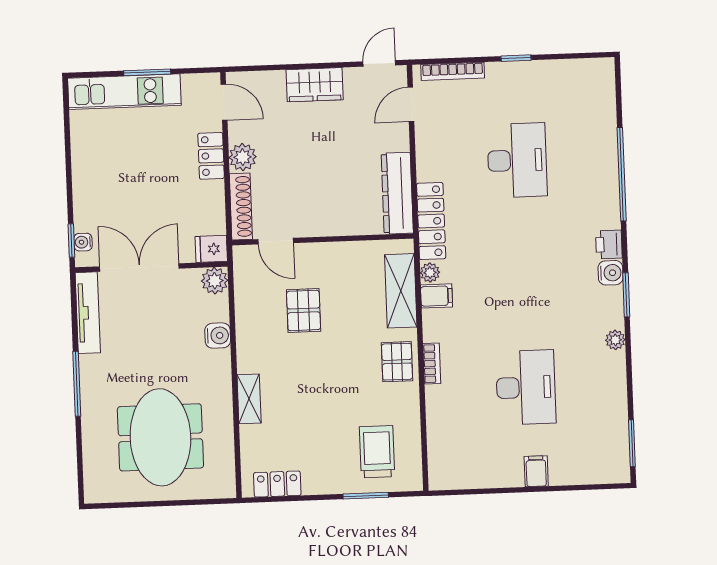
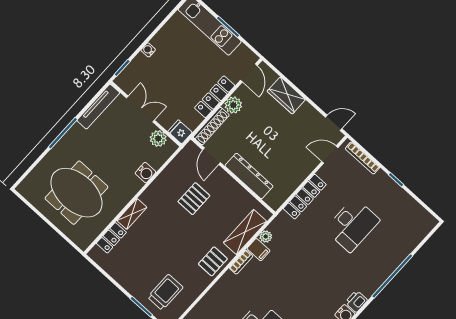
wardrobe: (315, 85) -> (286, 95), moved
locker: (211, 156) -> (215, 97), width x1.53
dresser: (397, 193) -> (249, 176), moved, turned 90
locker: (431, 221) -> (305, 197), moved
water cooler: (83, 242) -> (148, 50), moved
double door: (139, 267) -> (140, 109), width x0.73
plant: (215, 281) -> (158, 139), moved
bookcase: (432, 363) -> (241, 262), moved
meeting table: (160, 437) -> (76, 193), turned 90
locker: (277, 484) -> (111, 238), moved, turned 90

